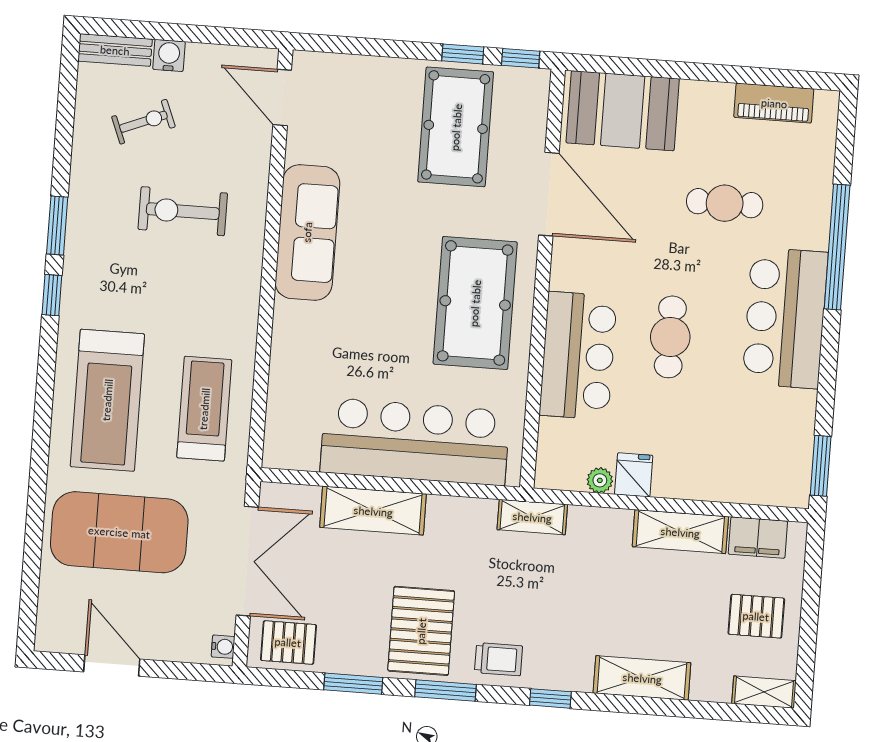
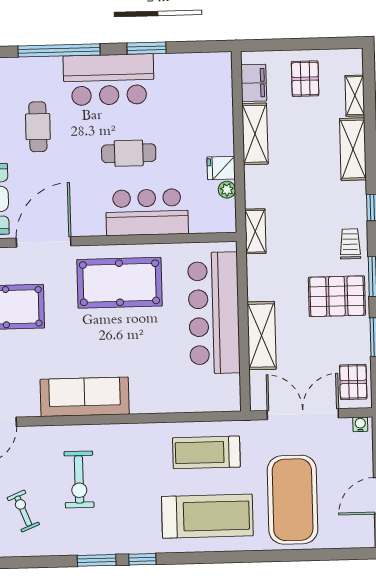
window: (821, 466) -> (146, 48), moved
shelving: (764, 692) -> (355, 96), moved

